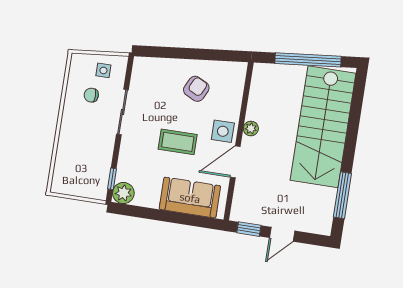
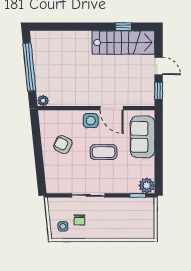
side table: (103, 70) -> (63, 226), moved
stairs: (323, 127) -> (123, 42), moved, width x0.73, depth x0.66
plant: (251, 129) -> (43, 101), moved
coffee table: (178, 142) -> (104, 152), turned 90
window: (342, 195) -> (124, 27), width x0.46

